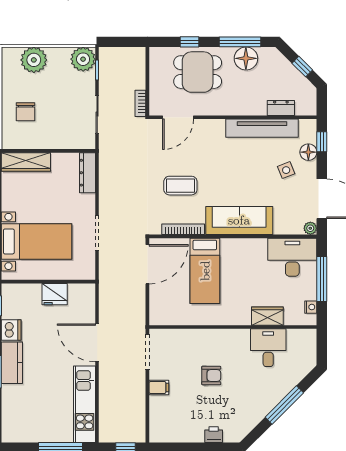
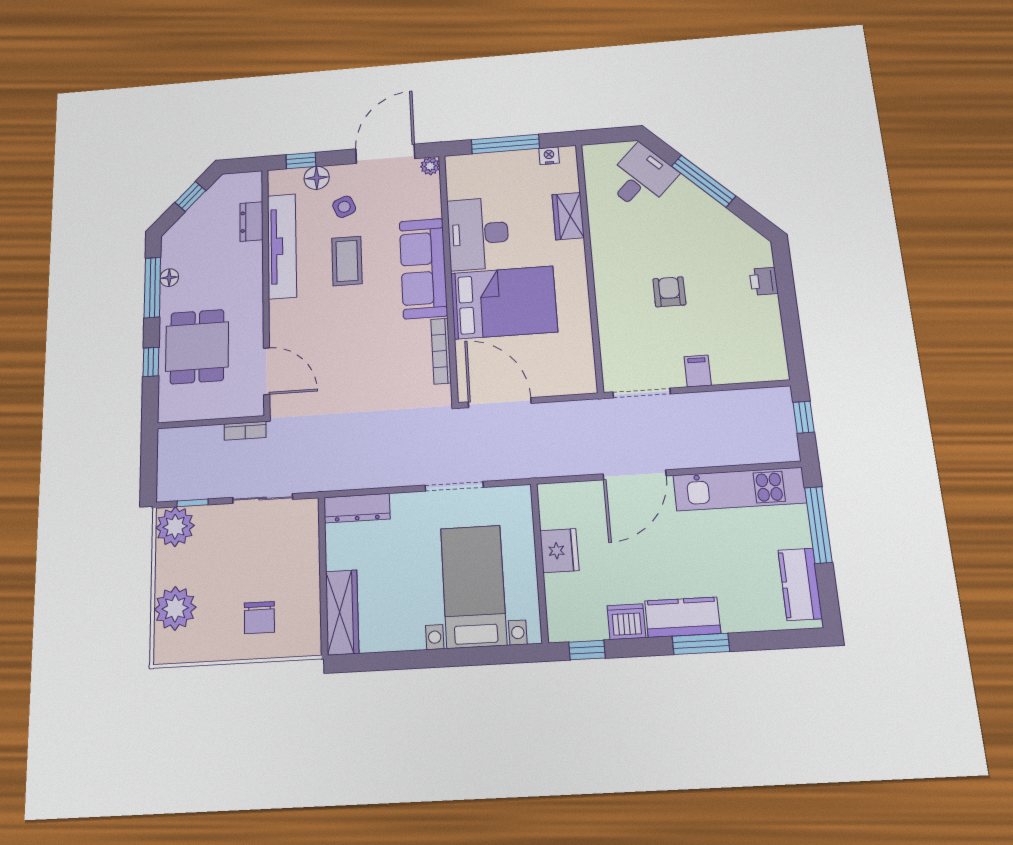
floor lamp: (246, 58) -> (169, 278), width x0.53, depth x0.53
chair: (26, 112) -> (259, 618), turned 90
coffee table: (180, 186) -> (347, 261), moved
desk: (292, 257) -> (478, 234), moved
bed: (205, 271) -> (504, 302), width x1.50
desk: (268, 348) -> (641, 178), moved, turned 135
kitchen counter: (27, 433) -> (800, 584), added

